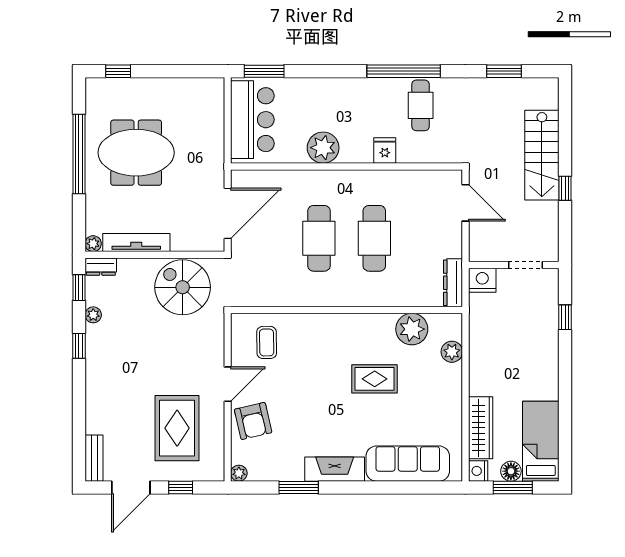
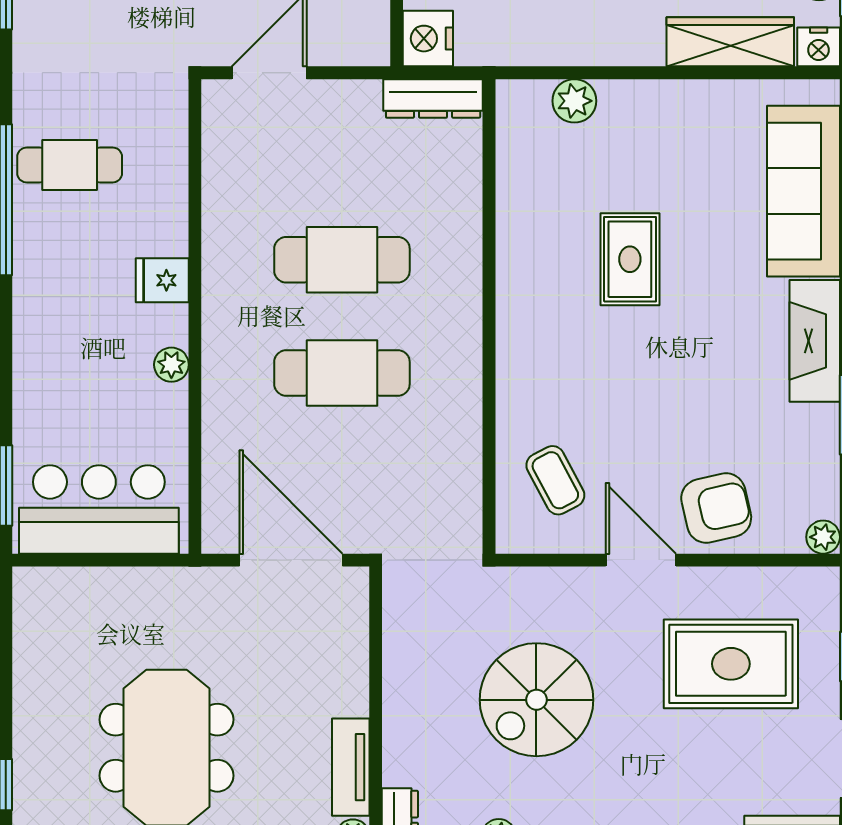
plant: (323, 148) -> (171, 365), width x0.53, depth x0.53
fridge: (385, 151) -> (162, 280), moved
tv unit: (136, 243) -> (351, 767), width x0.71
spiral stairs: (183, 287) -> (536, 700), moved
plant: (412, 329) -> (528, 183), removed
coffee table: (267, 342) -> (555, 480), turned 63

